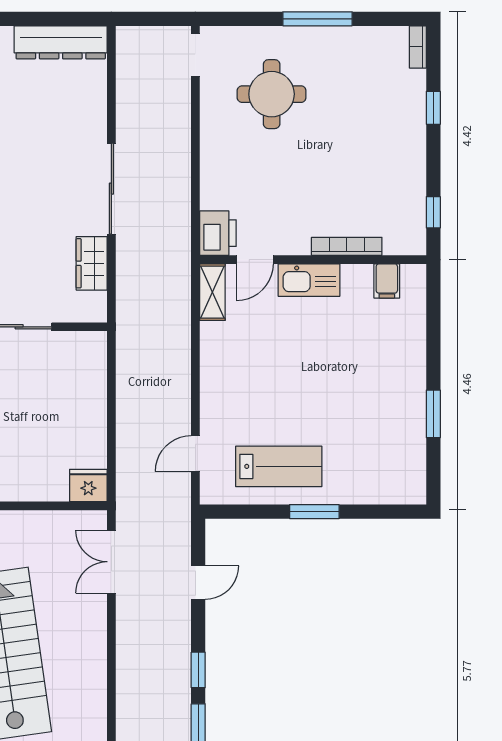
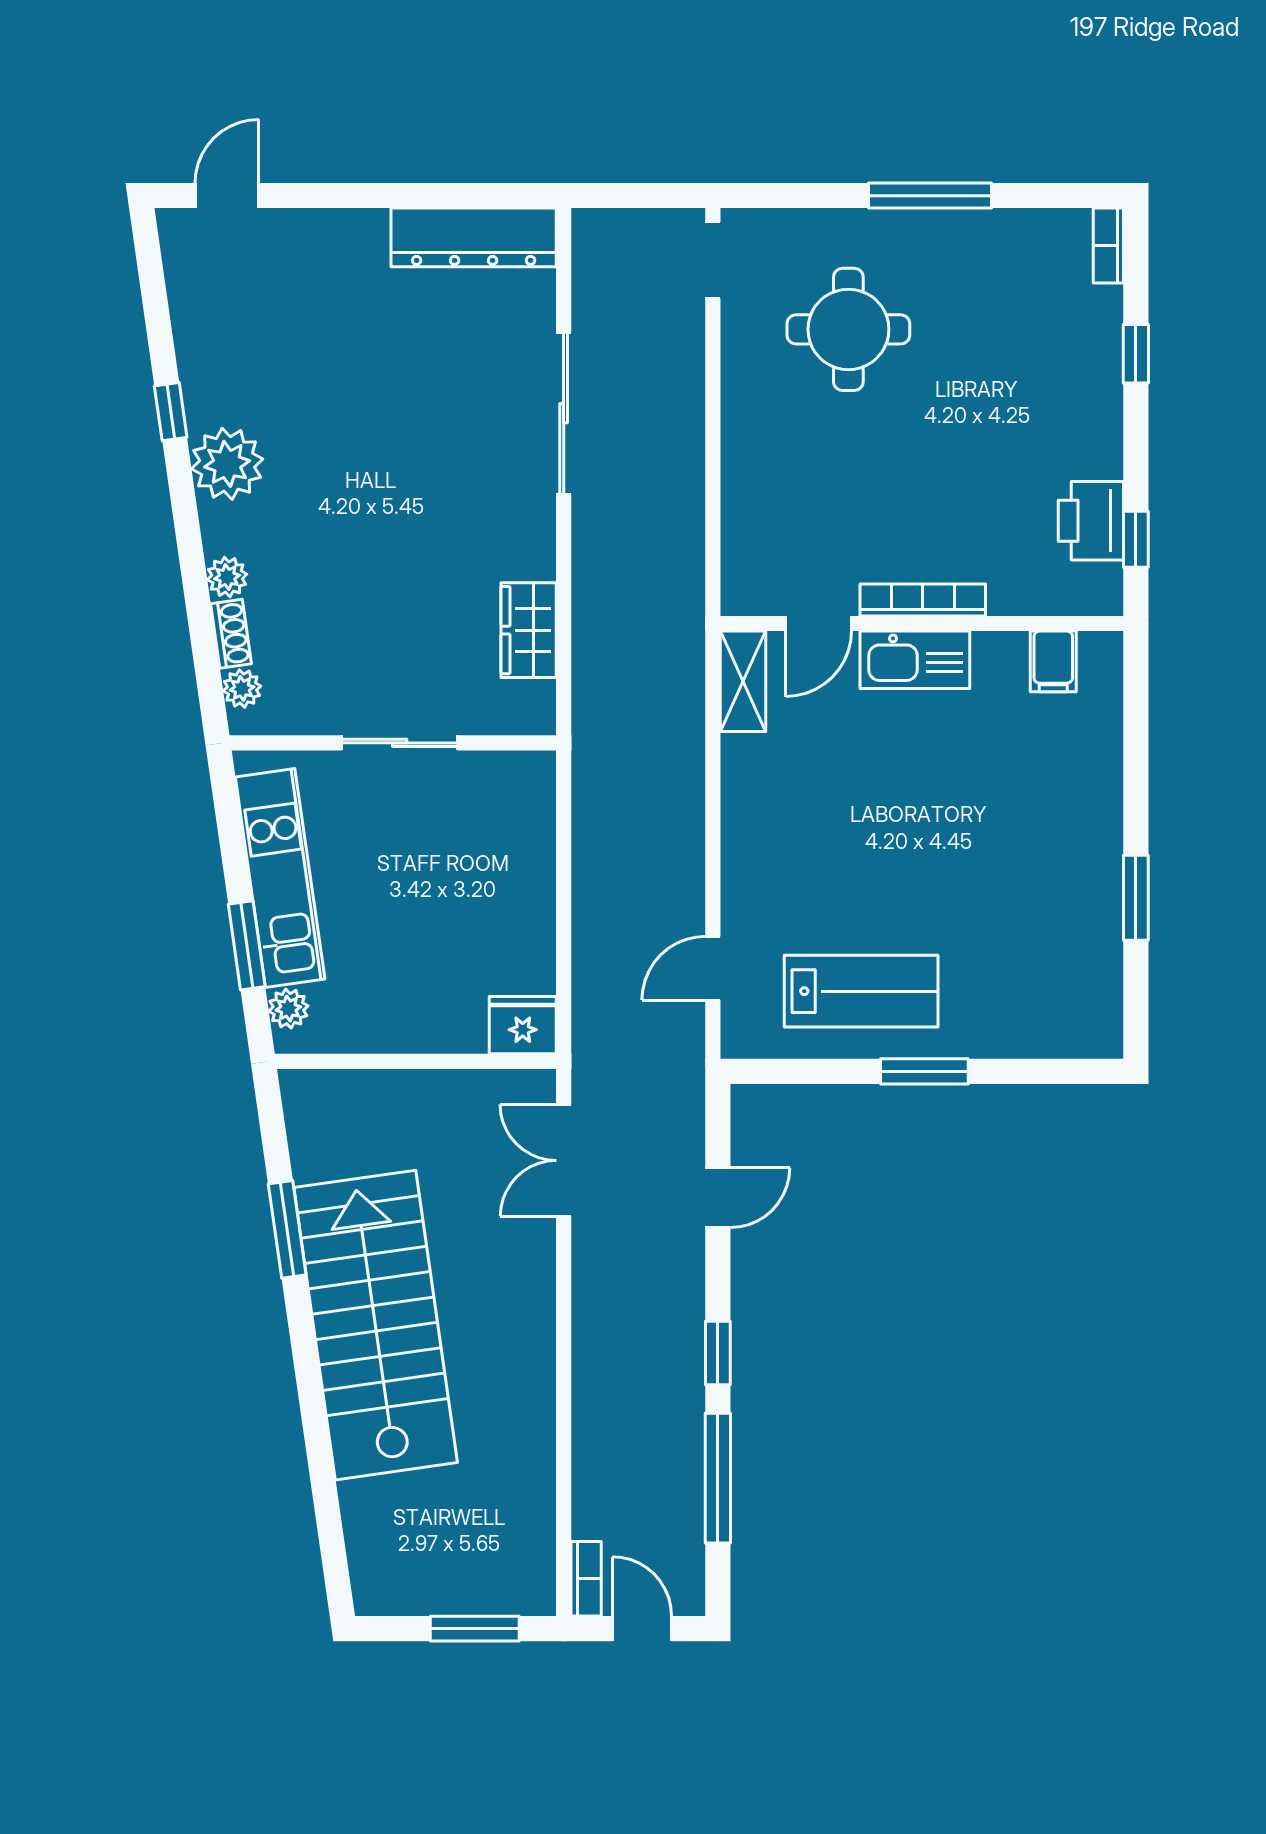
sliding door: (111, 189) -> (564, 413), moved
printer: (218, 233) -> (1091, 521), moved, turned 180
bookcase: (347, 246) -> (923, 600), moved

